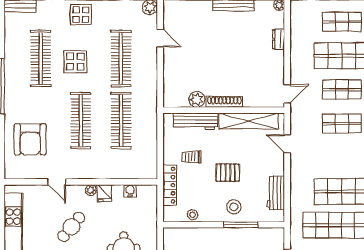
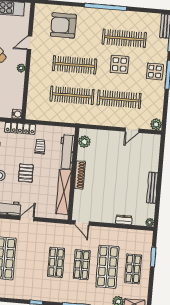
plant: (197, 99) -> (84, 142), moved
door: (287, 144) -> (27, 218), moved
water cooler: (130, 191) -> (17, 114), moved
fridge: (104, 193) -> (18, 78), removed

